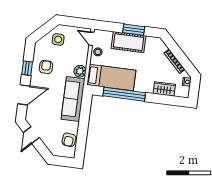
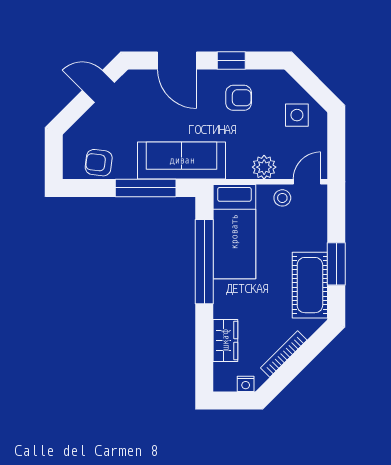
cot: (128, 42) -> (310, 285), moved
plant: (80, 71) -> (264, 167), moved
window: (84, 118) -> (146, 188), added

